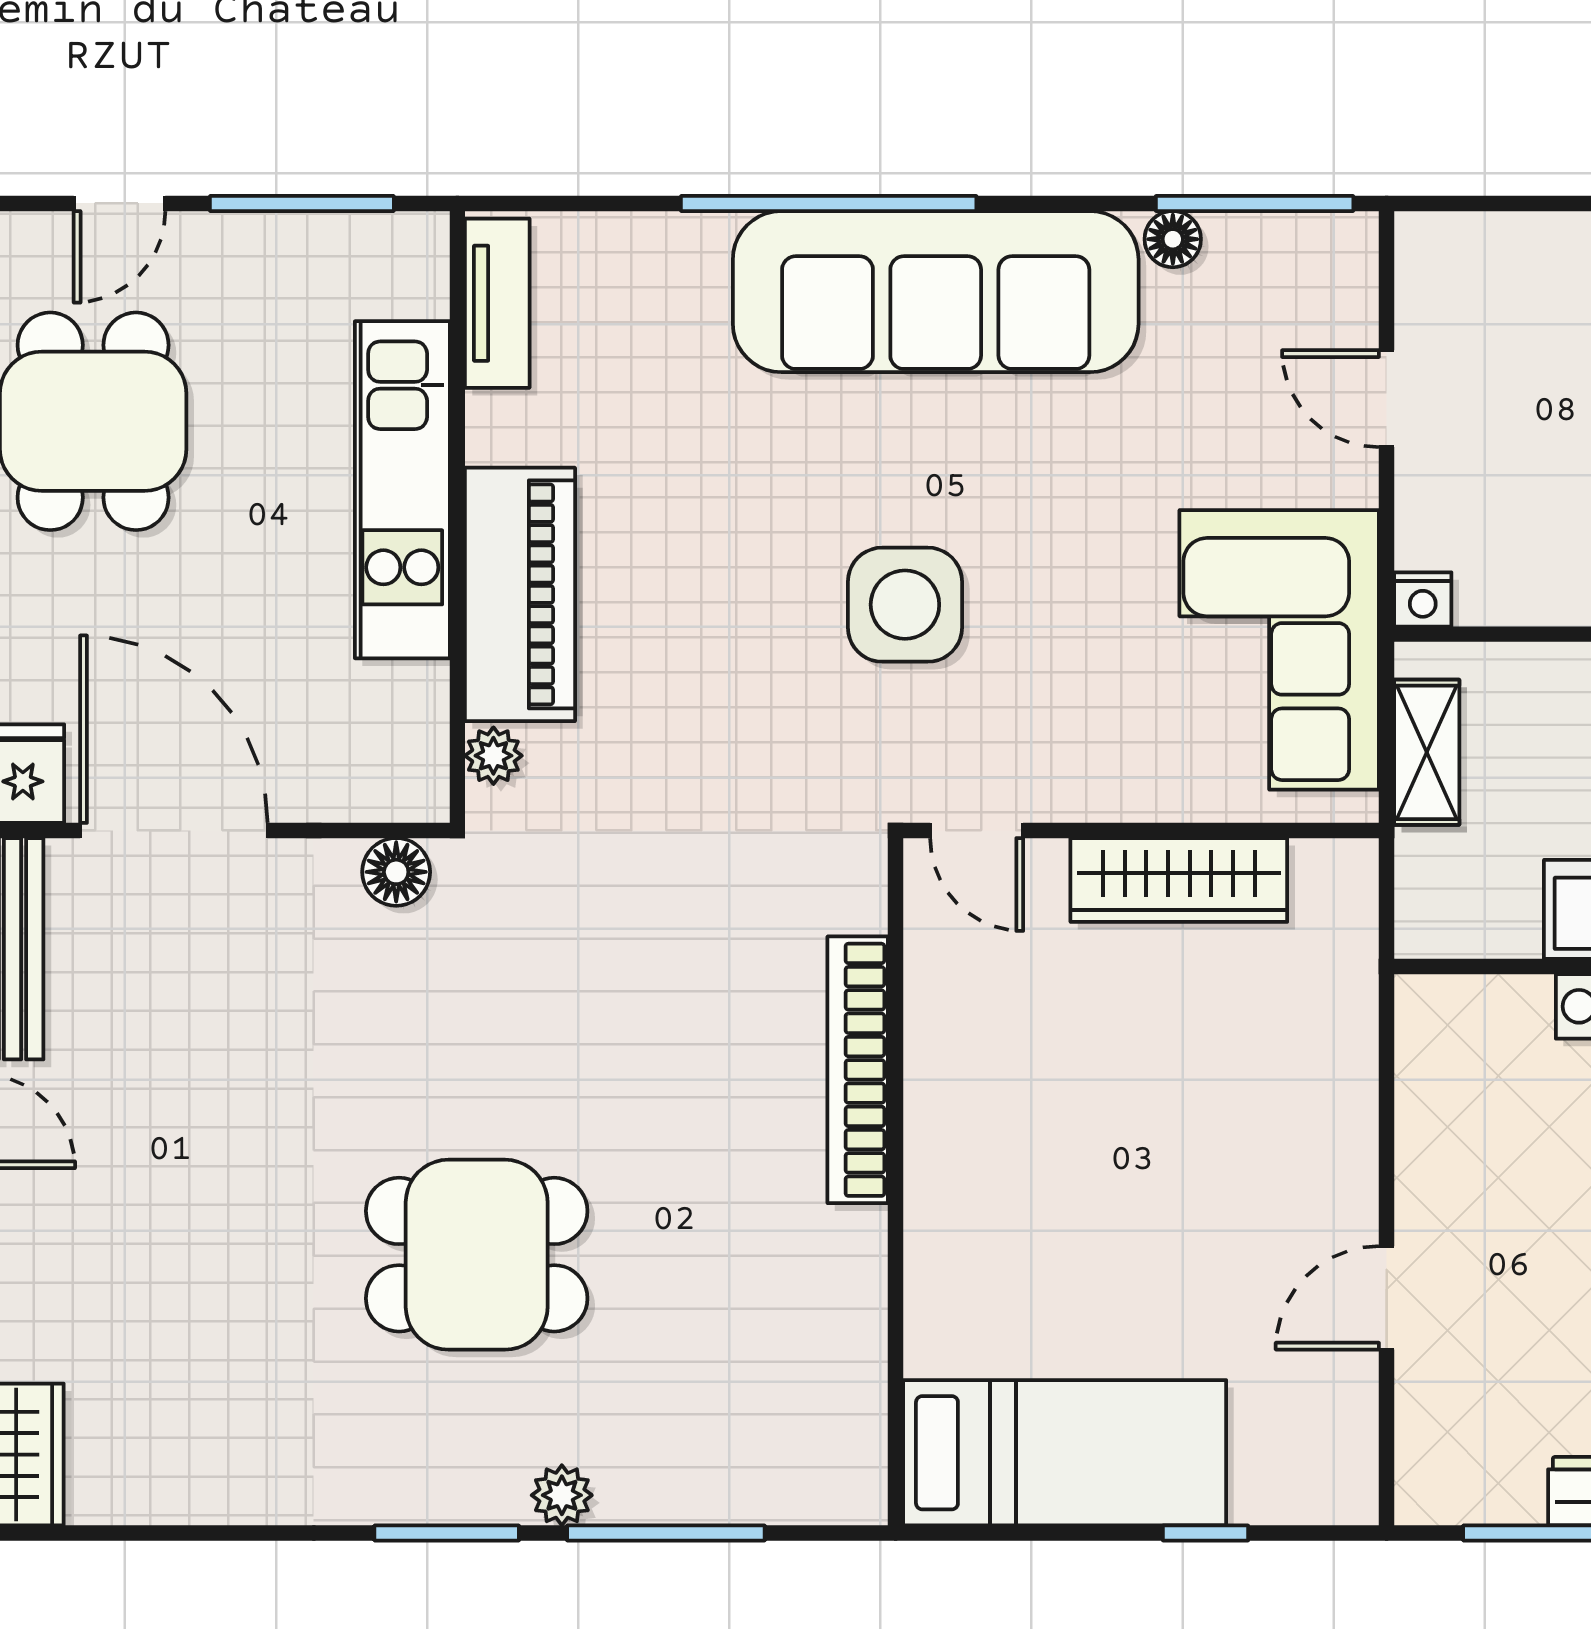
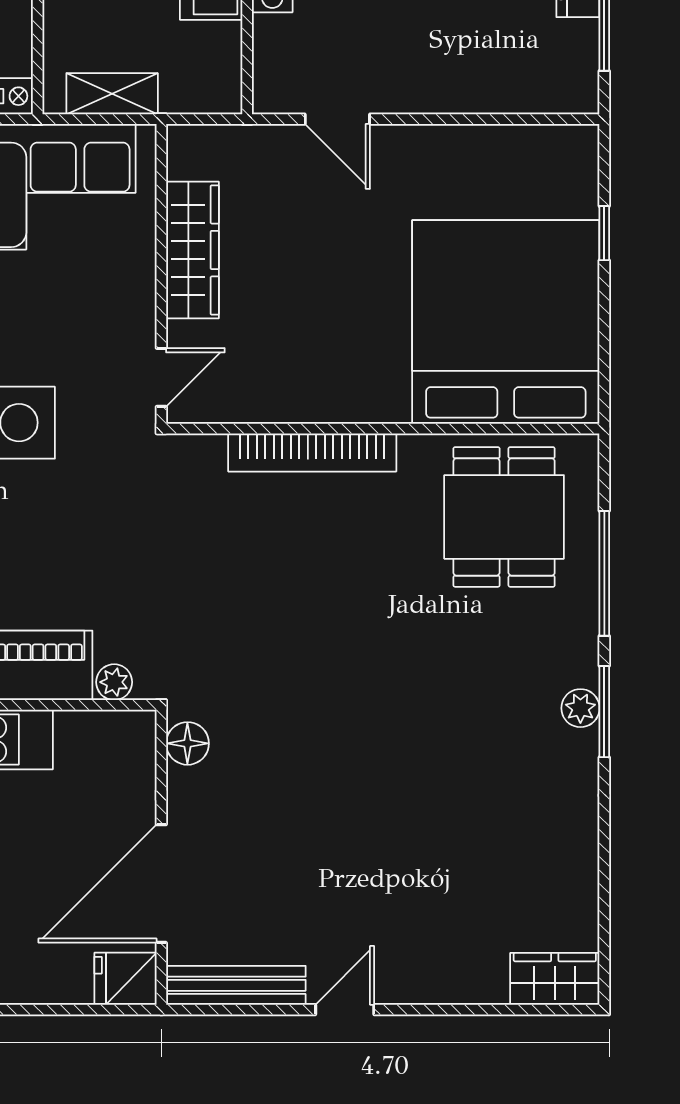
dining table: (477, 1255) -> (504, 517), moved
door: (1387, 1298) -> (337, 119), moved
bed: (1065, 1453) -> (506, 322), width x2.04
plant: (562, 1495) -> (580, 708), moved

